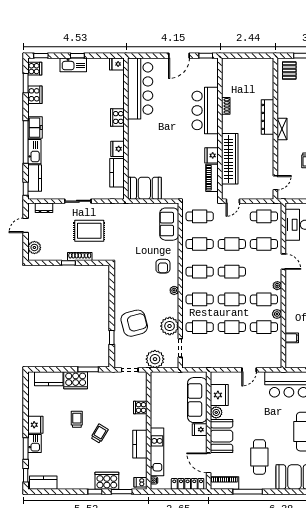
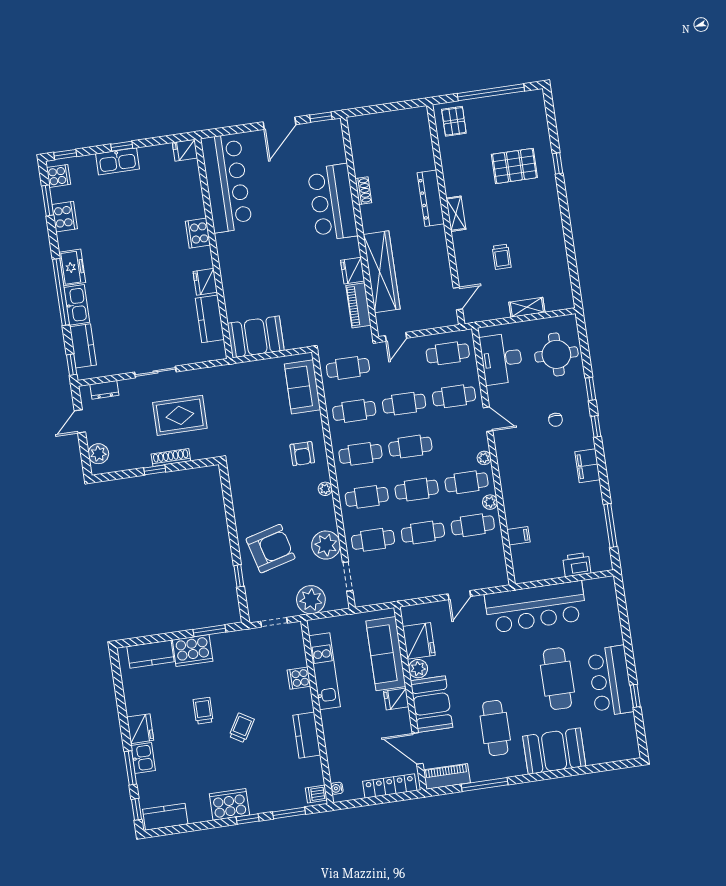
kitchen unit: (157, 452) -> (325, 671), moved
cooker: (107, 481) -> (229, 804), moved

